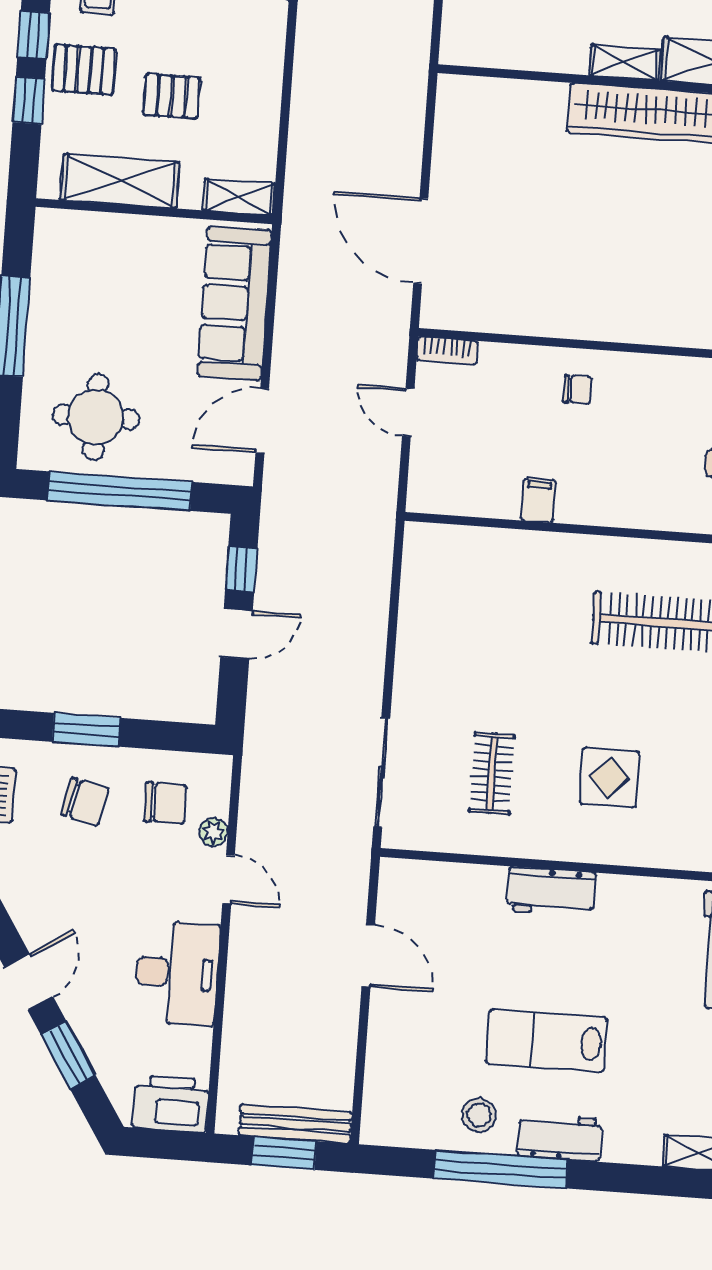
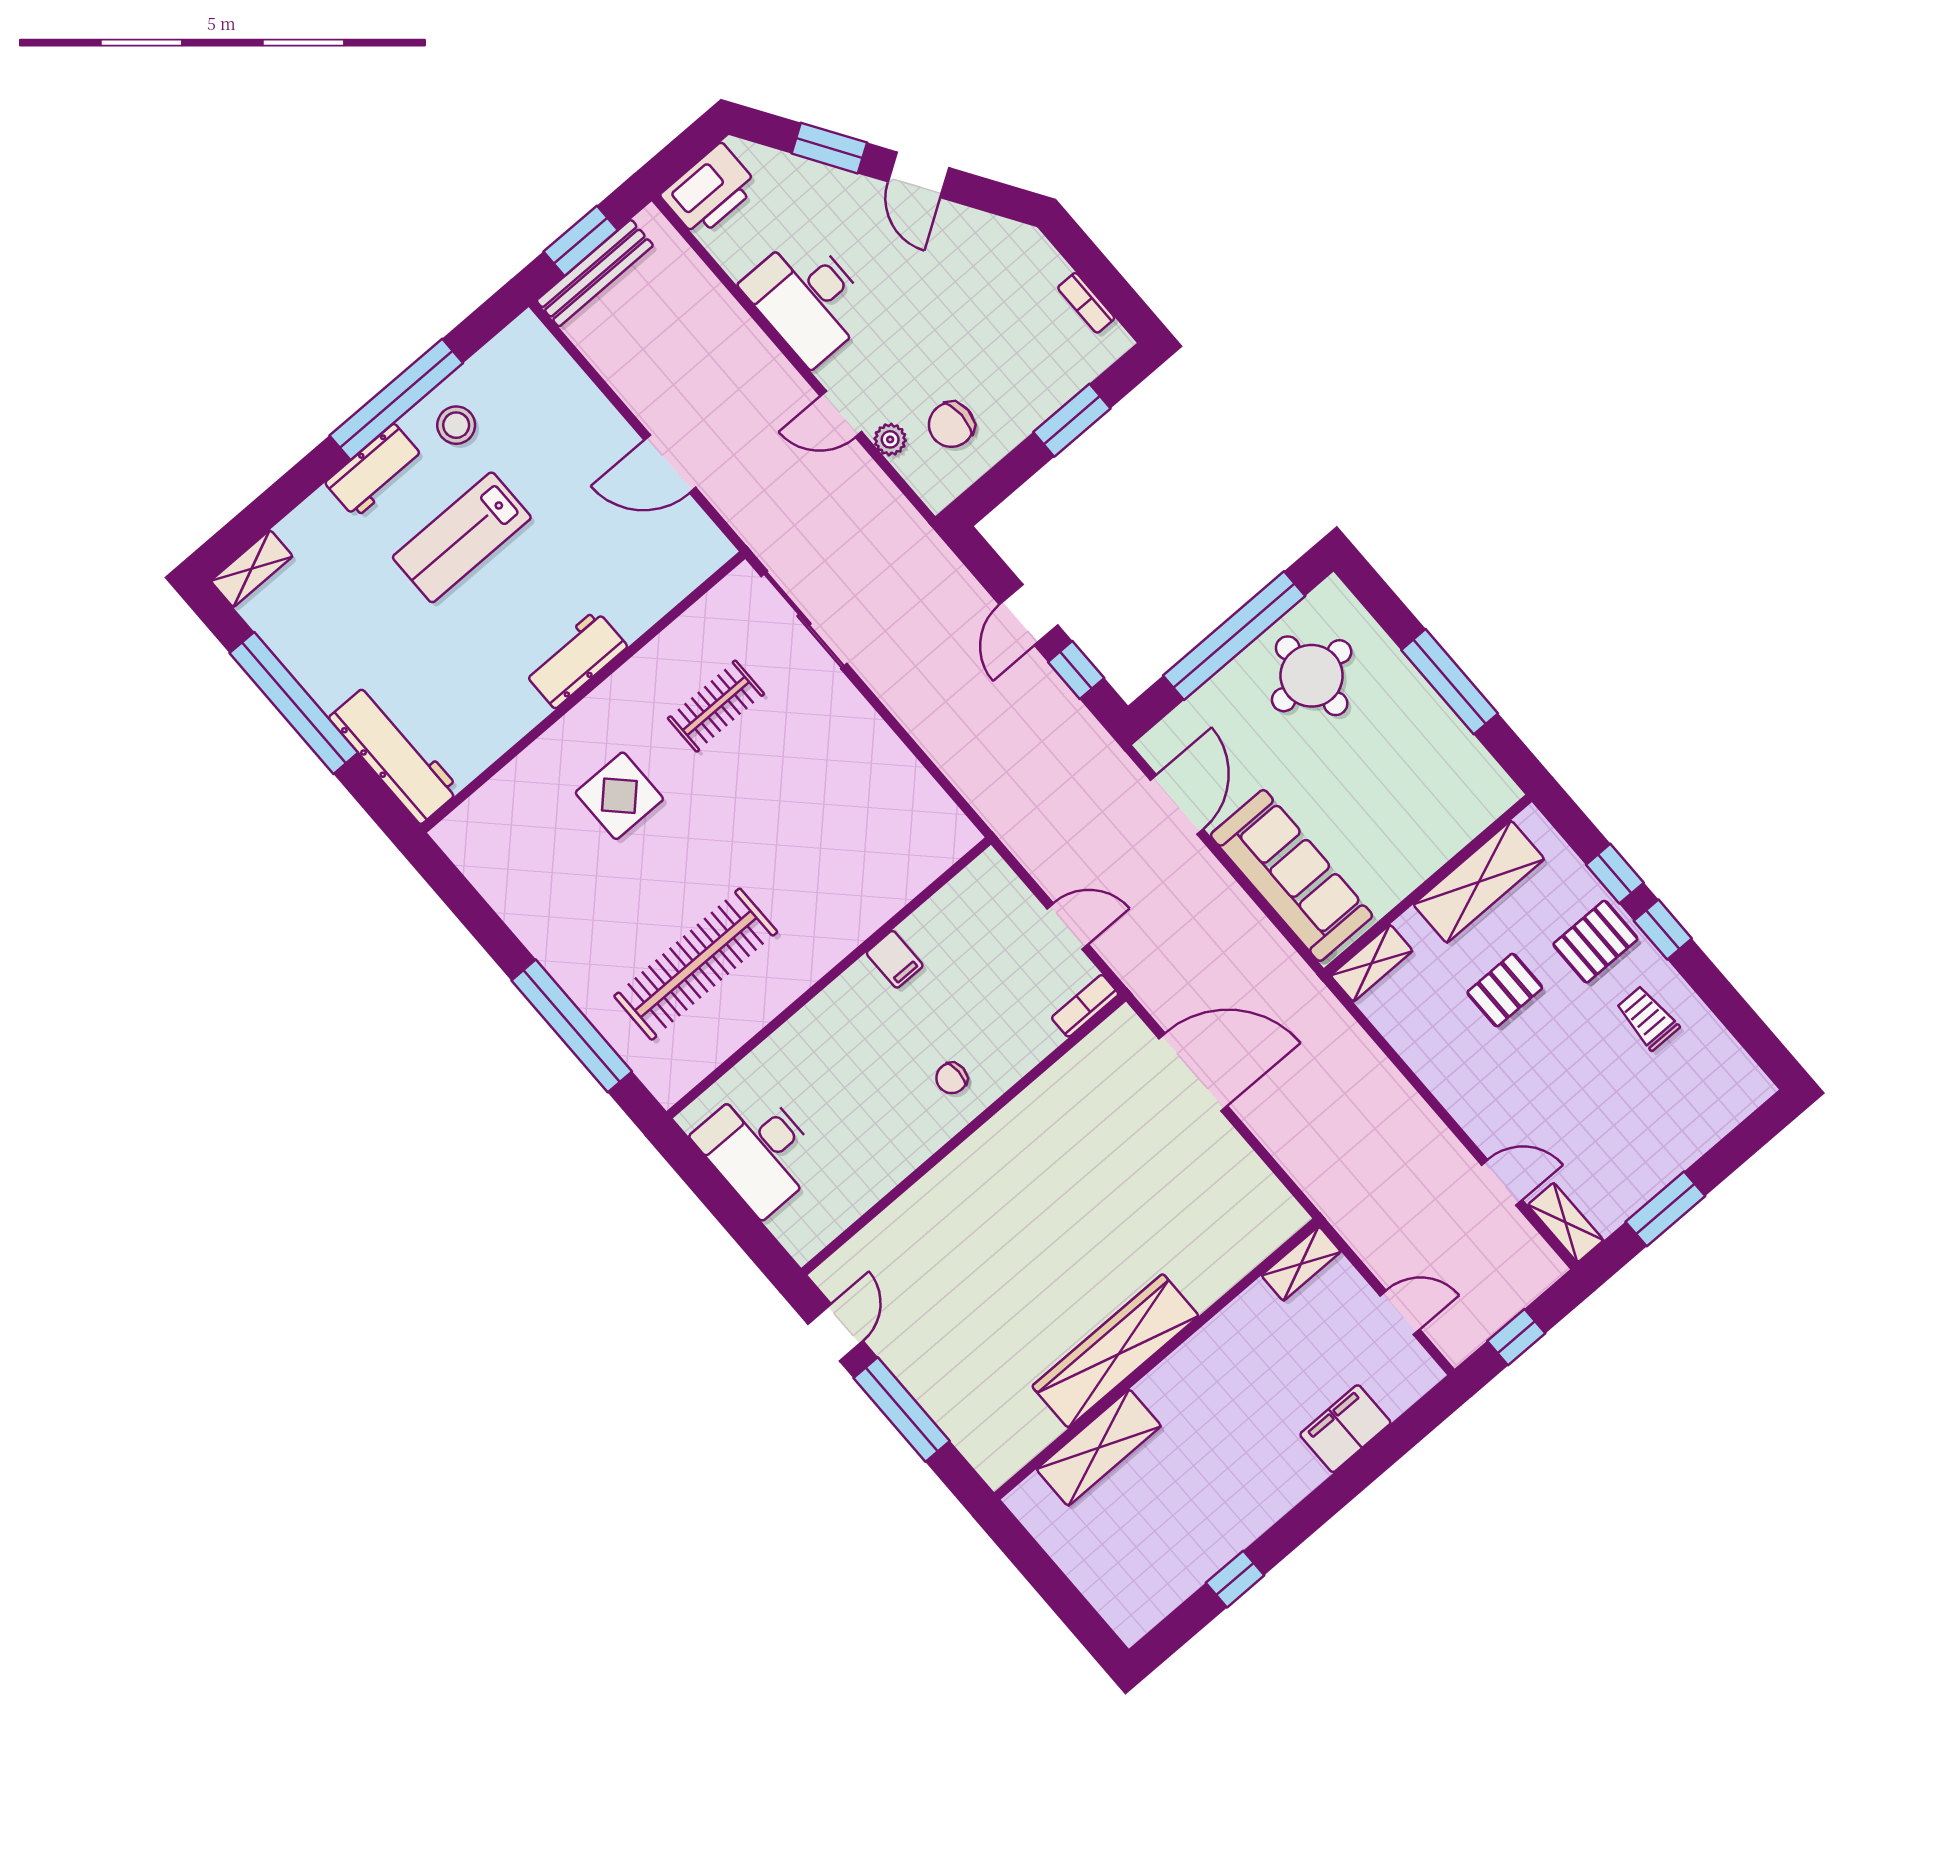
shelving: (625, 63) -> (1301, 1264), moved
clothes rail: (492, 773) -> (716, 706), turned 90
chair: (85, 802) -> (1016, 362), removed
lab bench: (546, 1040) -> (462, 537), turned 180

